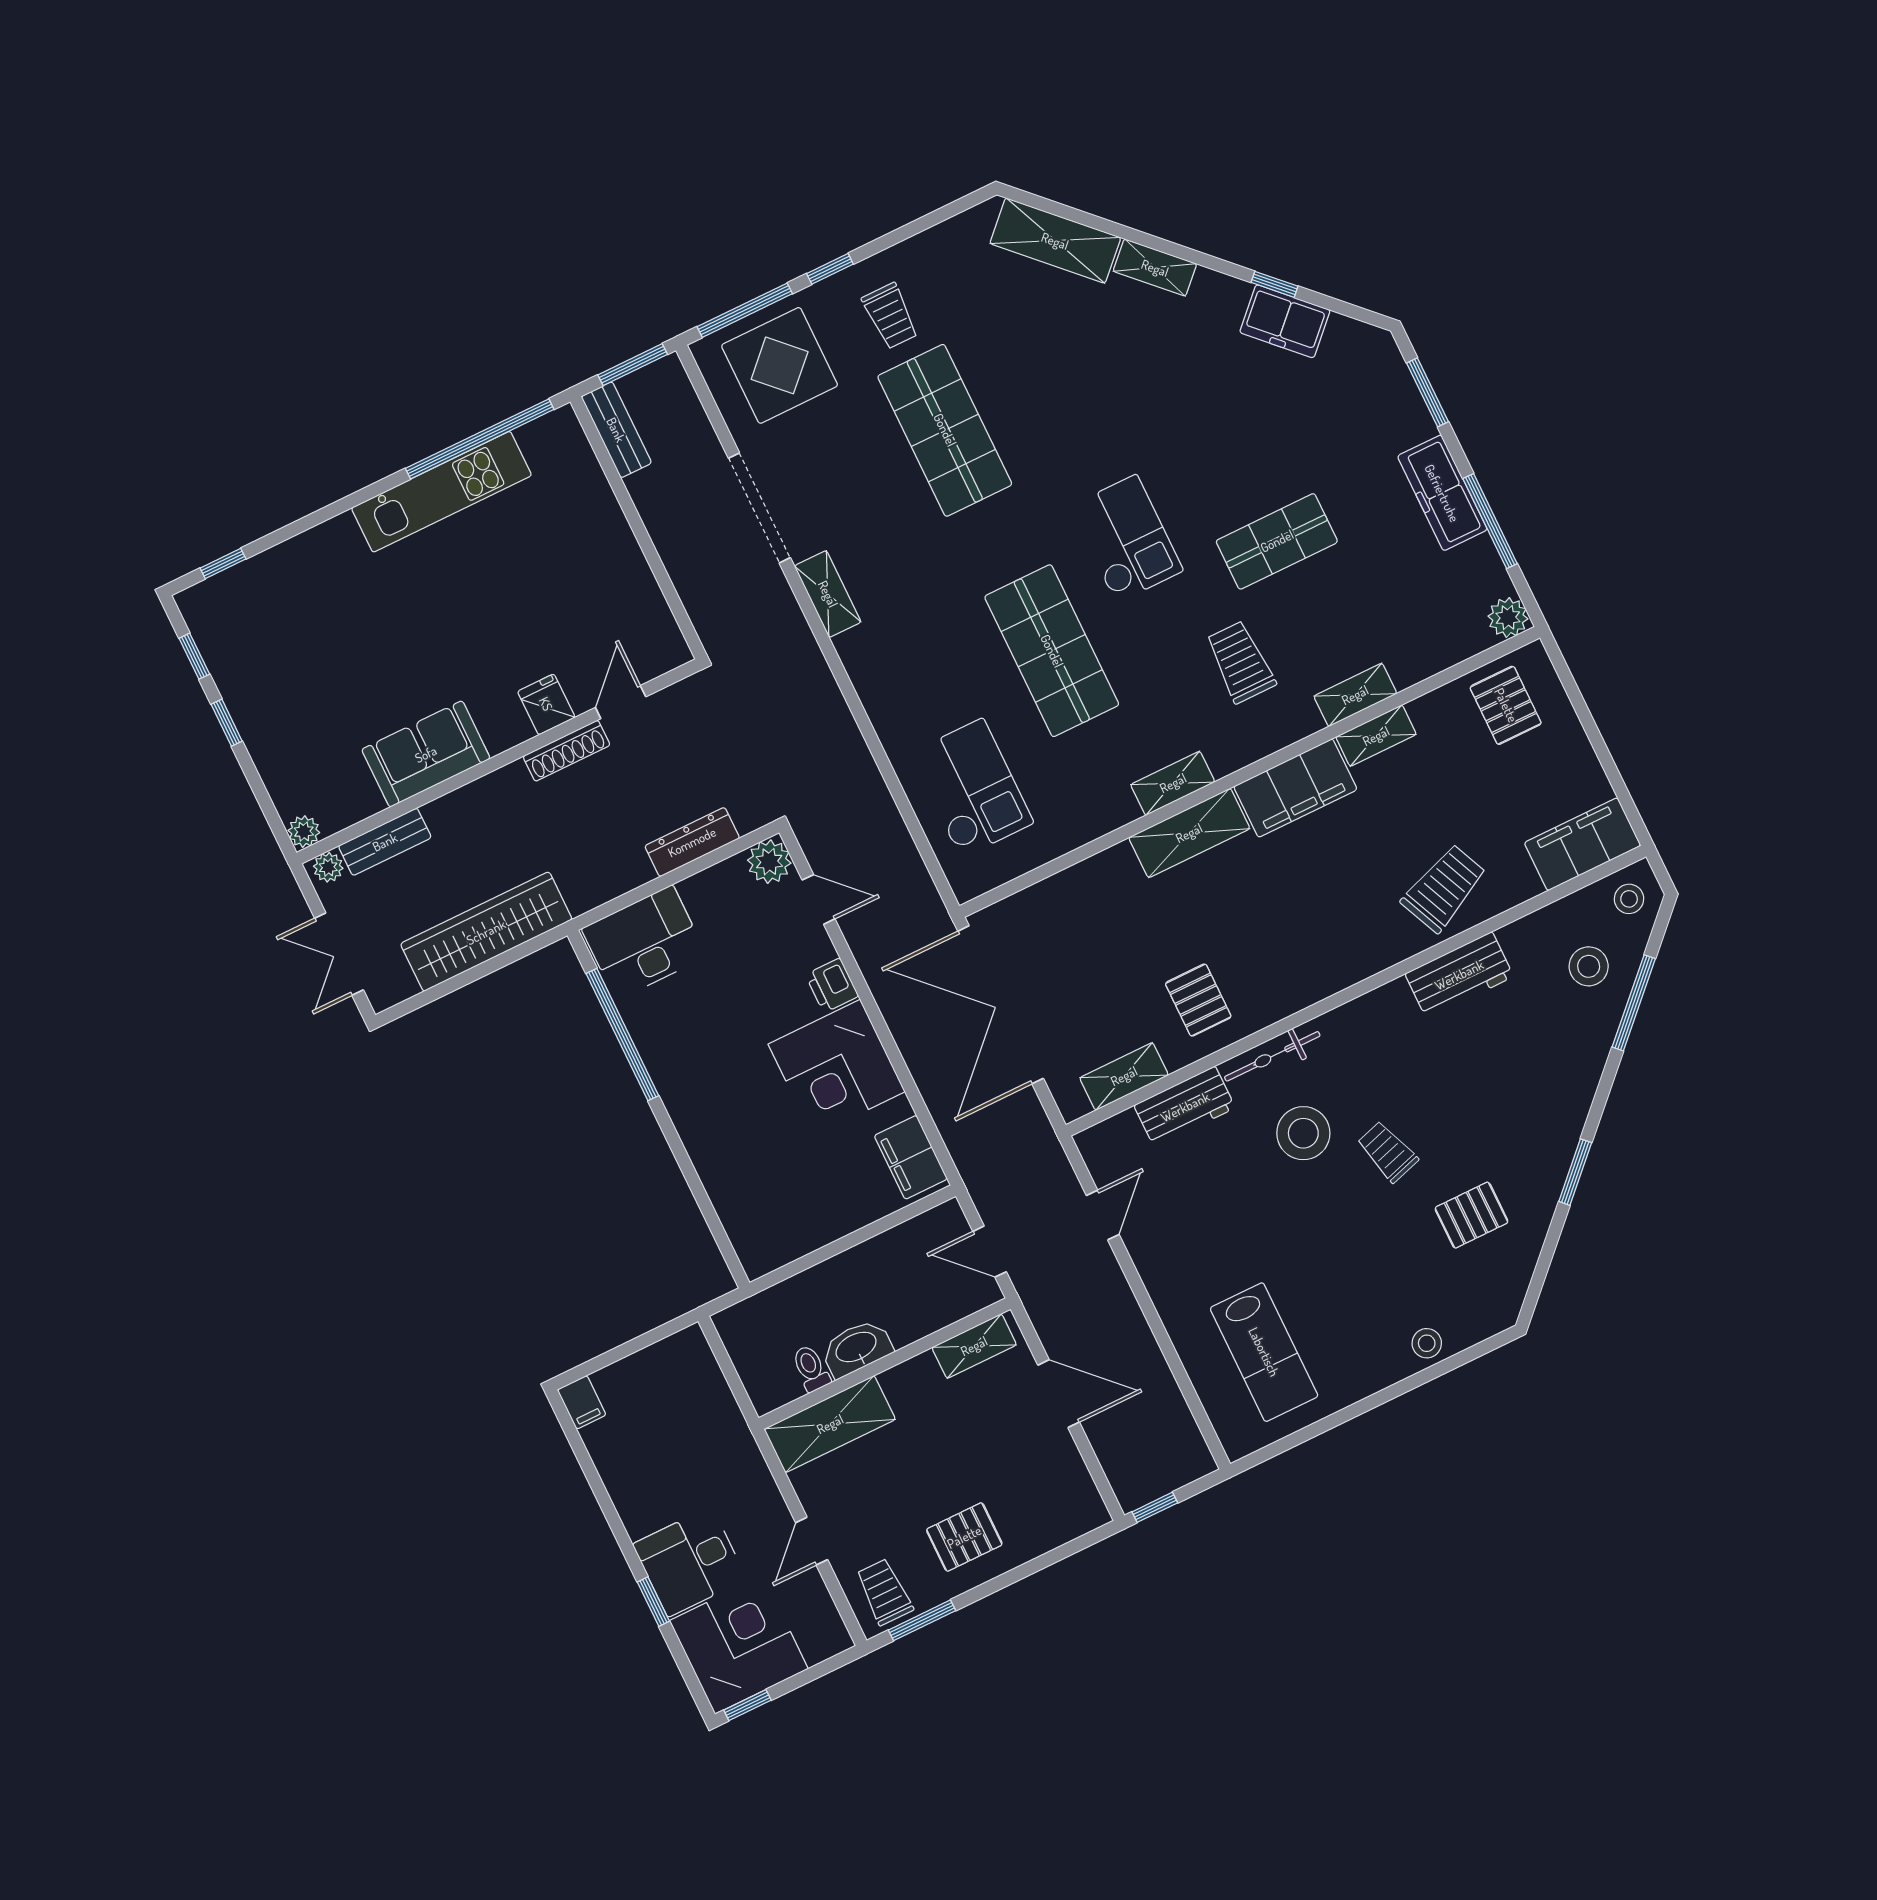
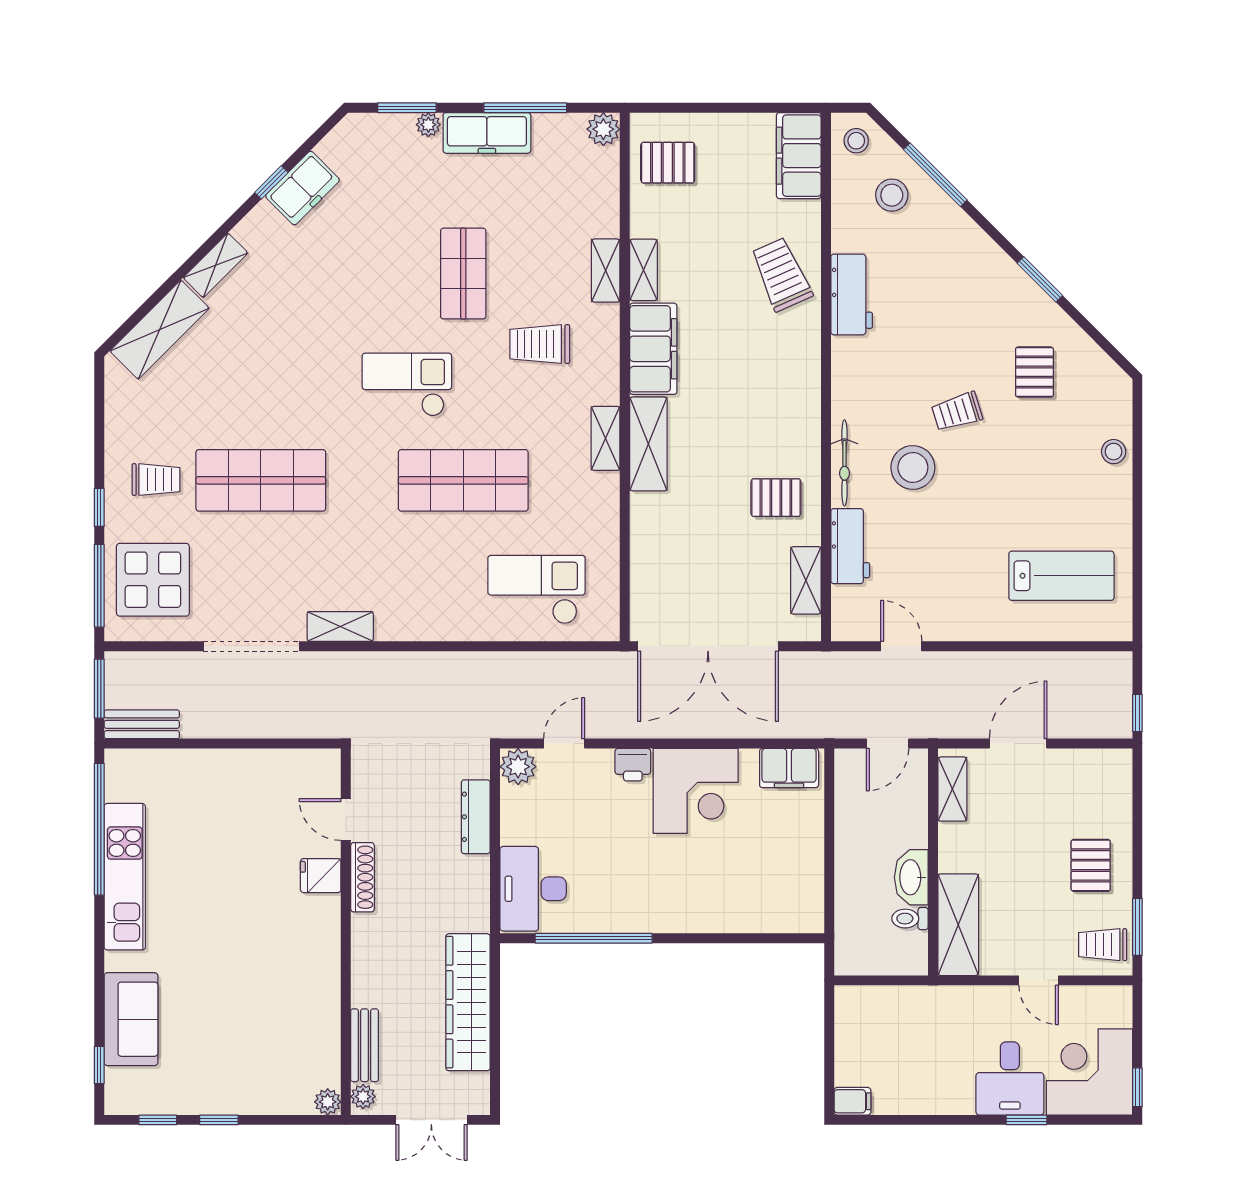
plant: (1420, 425) -> (428, 125), added
sofa: (426, 754) -> (131, 1019), moved, turned 180

